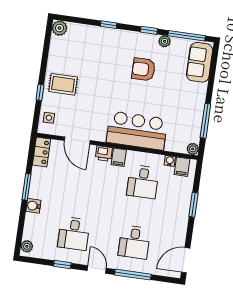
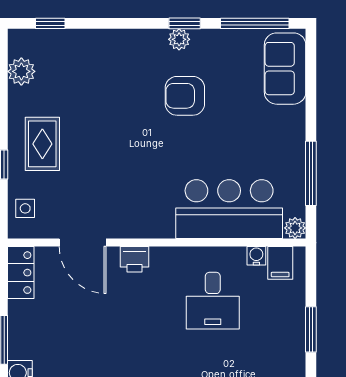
window: (109, 25) -> (50, 23), moved
plant: (60, 28) -> (21, 71), moved
plant: (165, 41) -> (179, 39), moved
rug: (63, 84) -> (42, 144), turned 90
bar counter: (137, 131) -> (229, 209), moved
filing cabinet: (119, 157) -> (163, 262), removed

